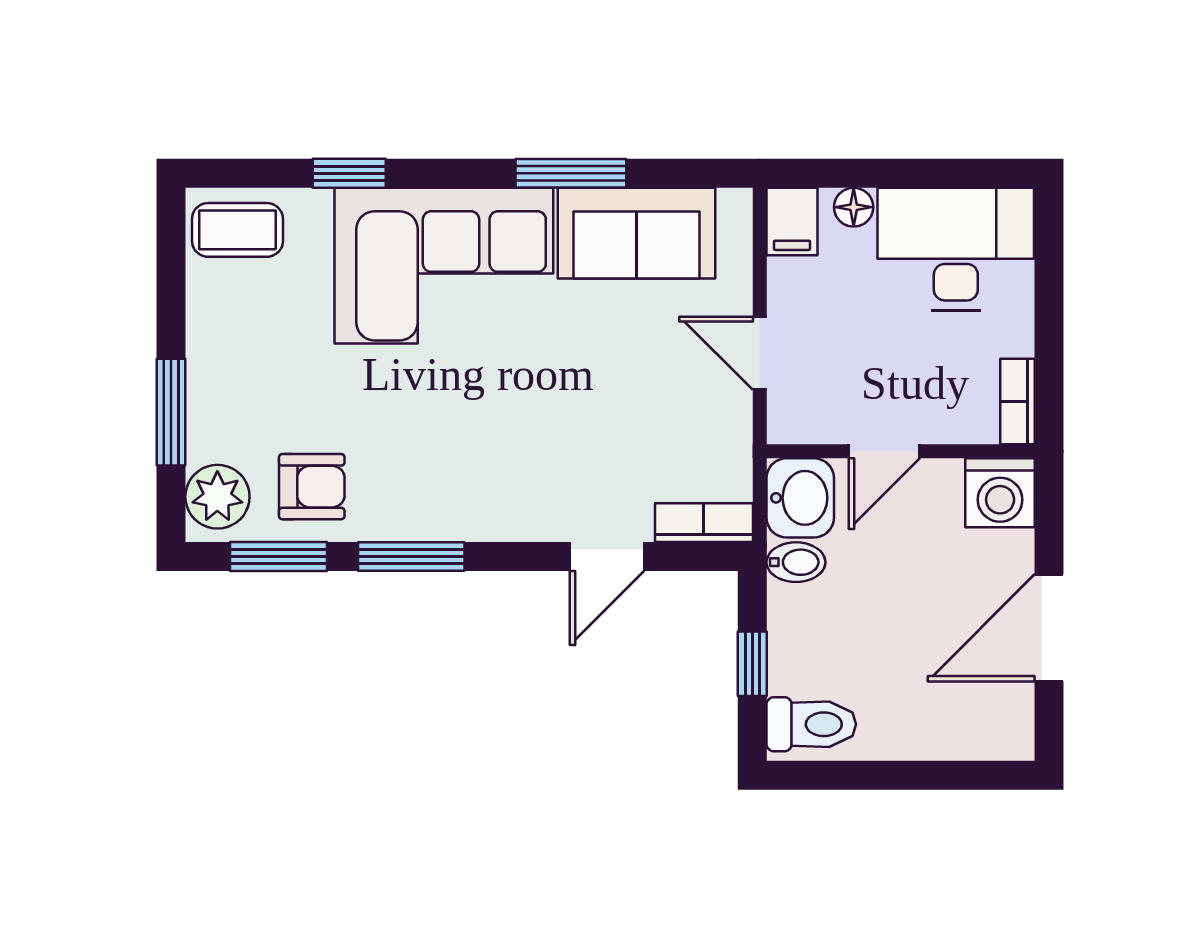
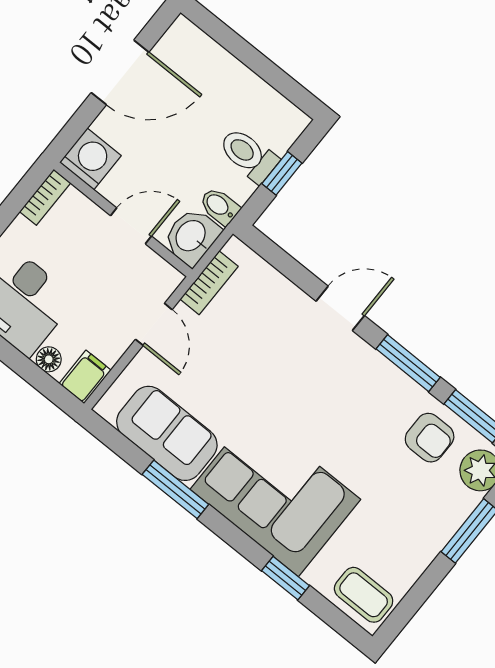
armchair: (312, 487) -> (430, 438), turned 180
bookcase: (704, 523) -> (209, 283), moved, turned -90
door: (607, 557) -> (340, 308), moved
toilet: (811, 724) -> (248, 155), moved

